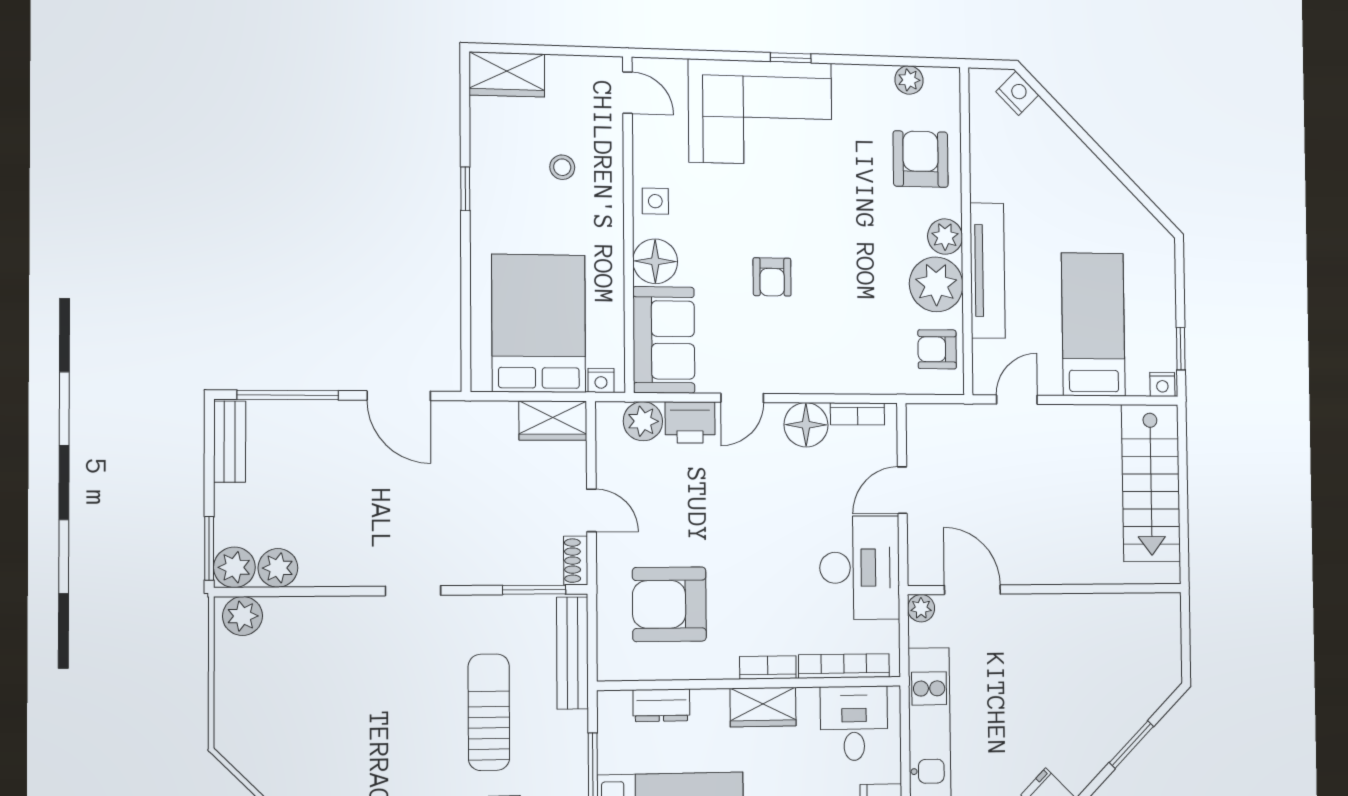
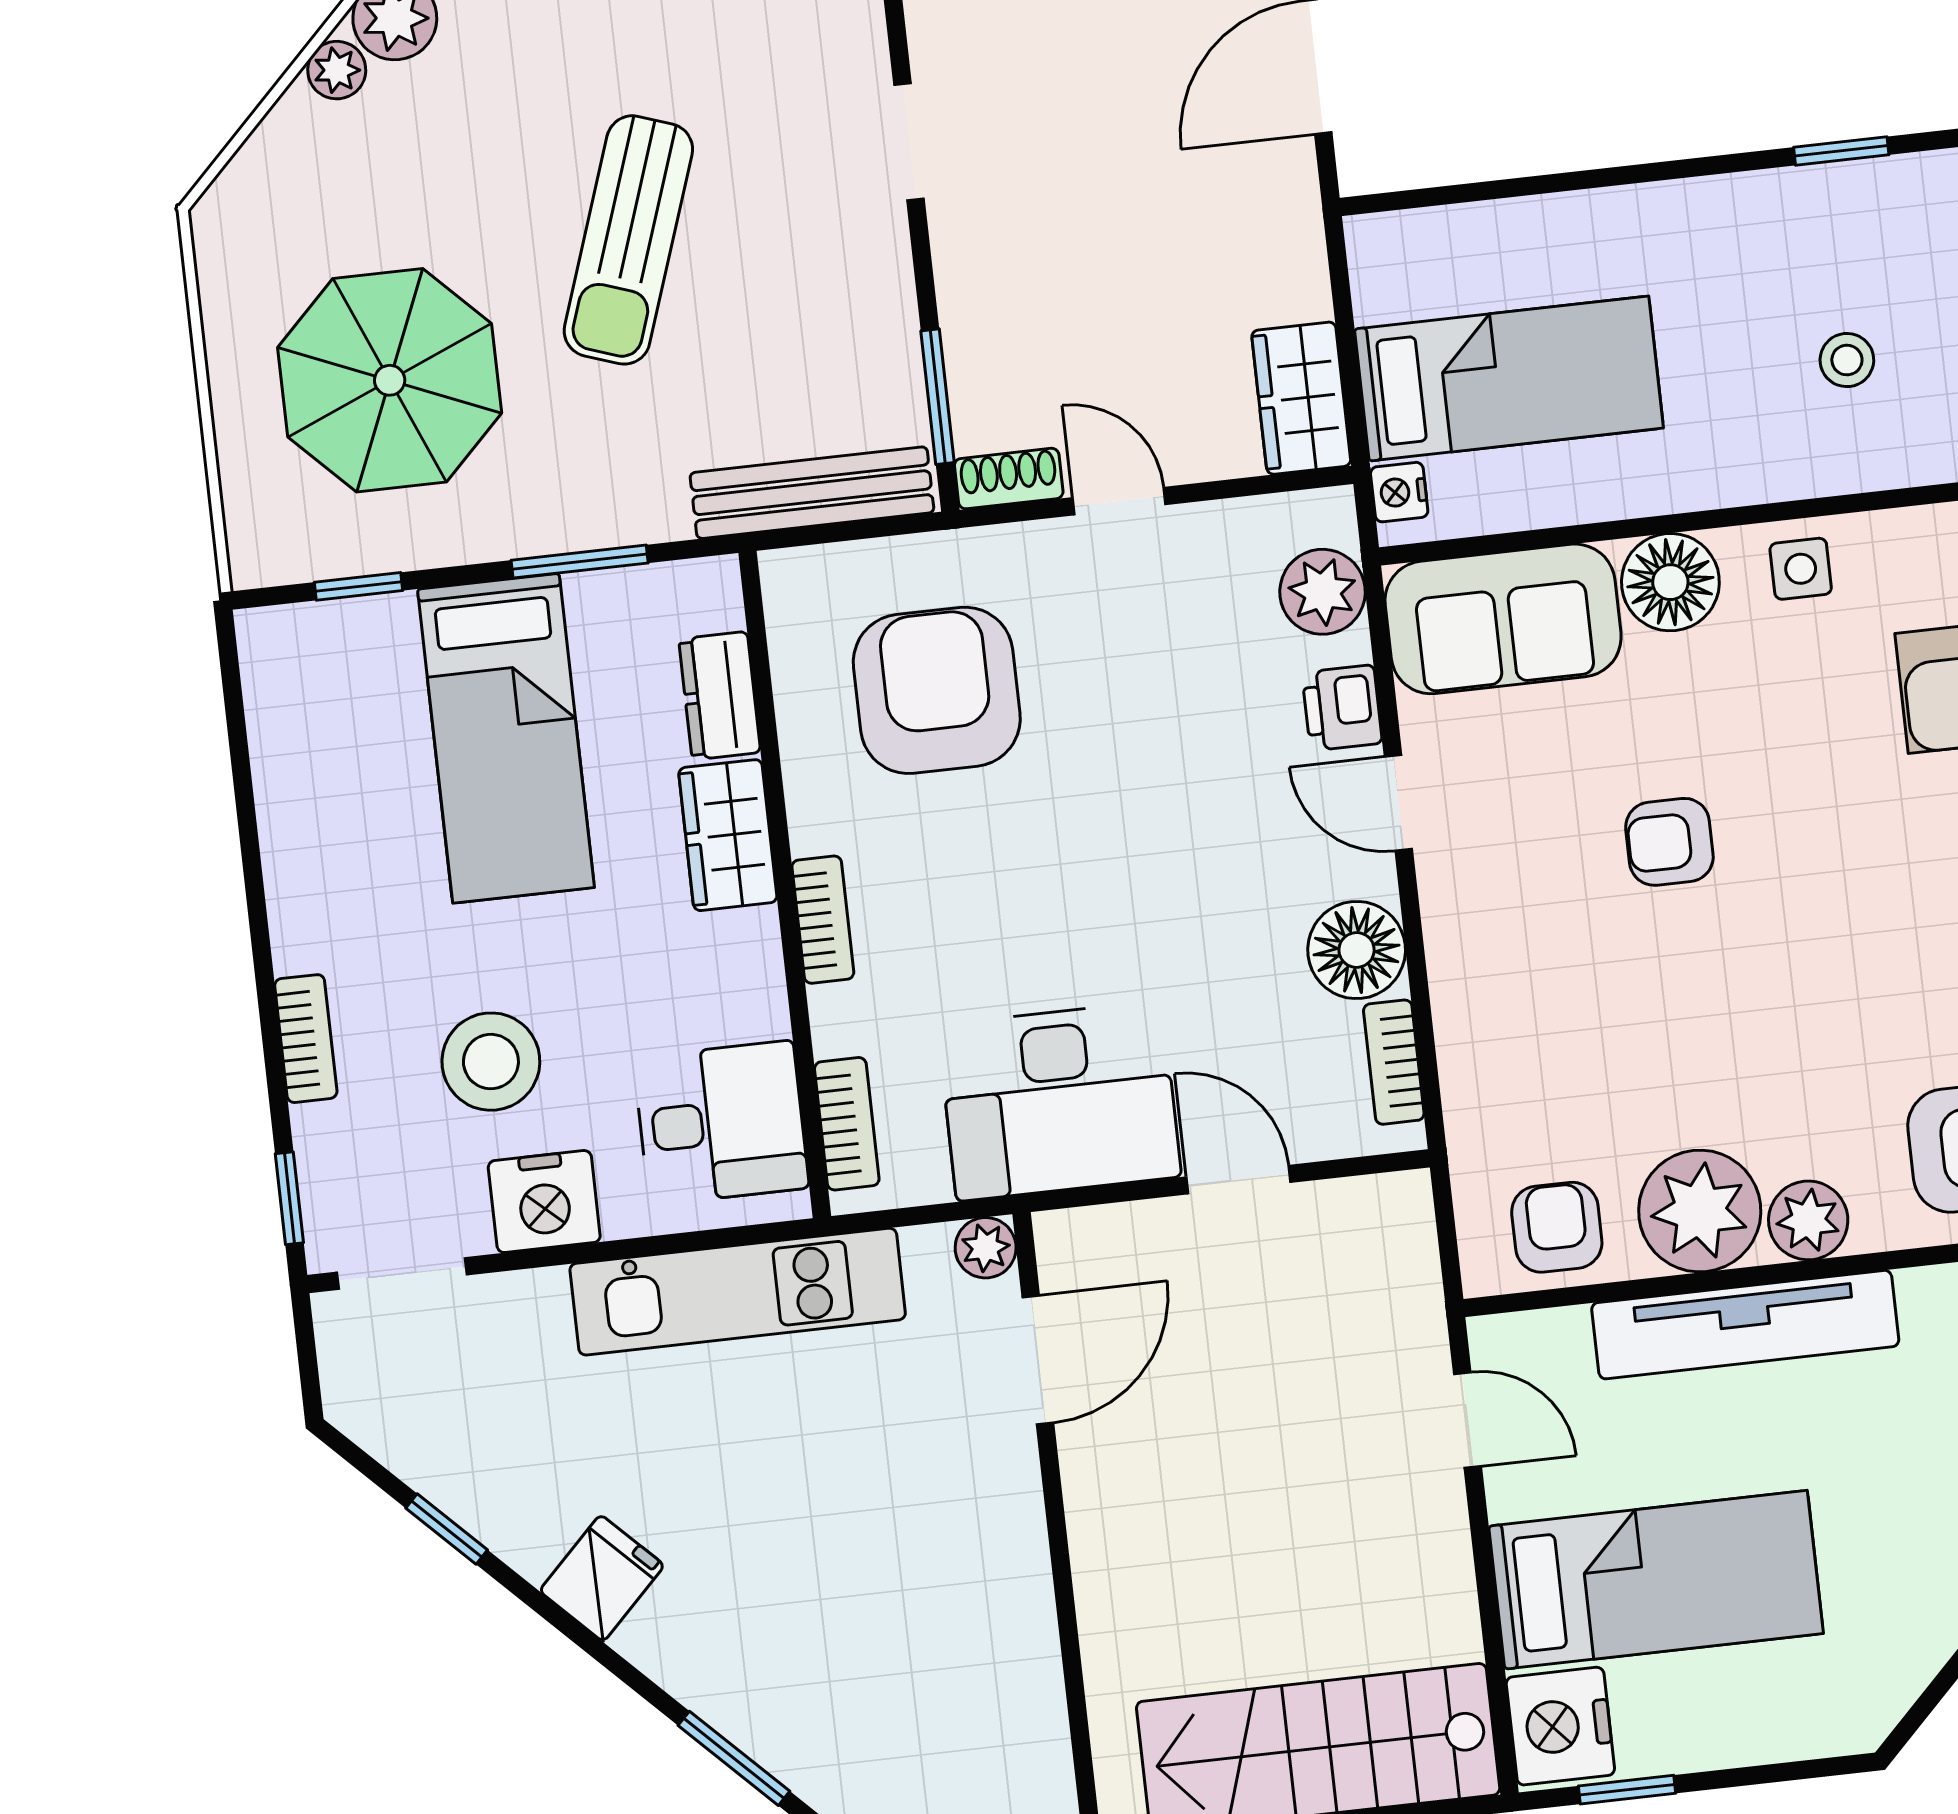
window: (465, 189) -> (1841, 151), moved
bed: (539, 323) -> (1509, 379), width x0.67
nightstand: (1162, 384) -> (1560, 1726), width x1.89, depth x1.79
printer: (690, 422) -> (1342, 708), width x0.73, depth x0.81
door: (591, 510) -> (1119, 501), swing flipped
bookcase: (844, 666) -> (847, 1124), width x0.64
wardrobe: (763, 707) -> (728, 835), moved
sun lounger: (489, 712) -> (628, 240), moved, turned 109

